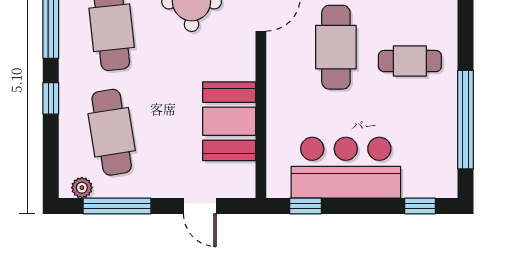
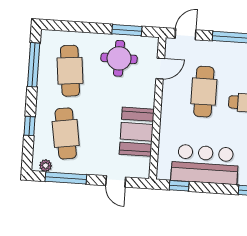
window: (51, 98) -> (30, 126), moved

